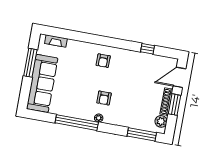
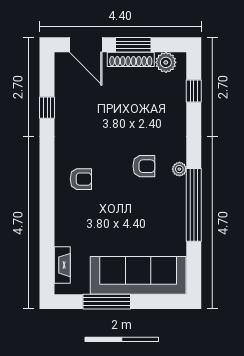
window: (142, 134) -> (194, 91), width x0.46

